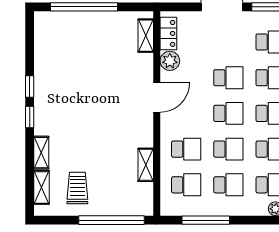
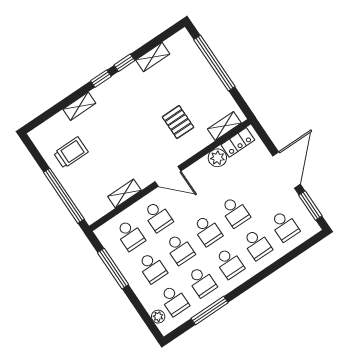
pallet: (115, 74) -> (178, 122), added
door: (157, 97) -> (168, 176), moved
shelving: (42, 187) -> (153, 57), moved

